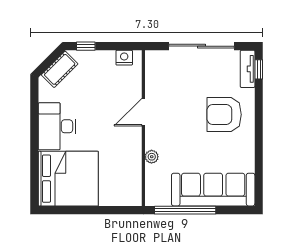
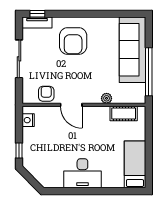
sliding door: (202, 46) -> (19, 59), width x0.73
cot: (60, 69) -> (124, 113), moved, turned -45
armchair: (158, 80) -> (46, 94), added
bed: (68, 179) -> (135, 164), width x0.49

